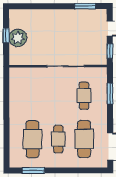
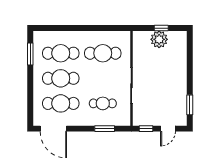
cafe table: (32, 96) -> (103, 53), added
cafe table: (58, 139) -> (61, 78), width x1.37, depth x1.35

